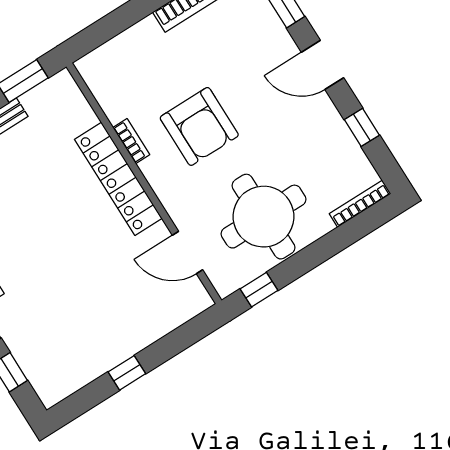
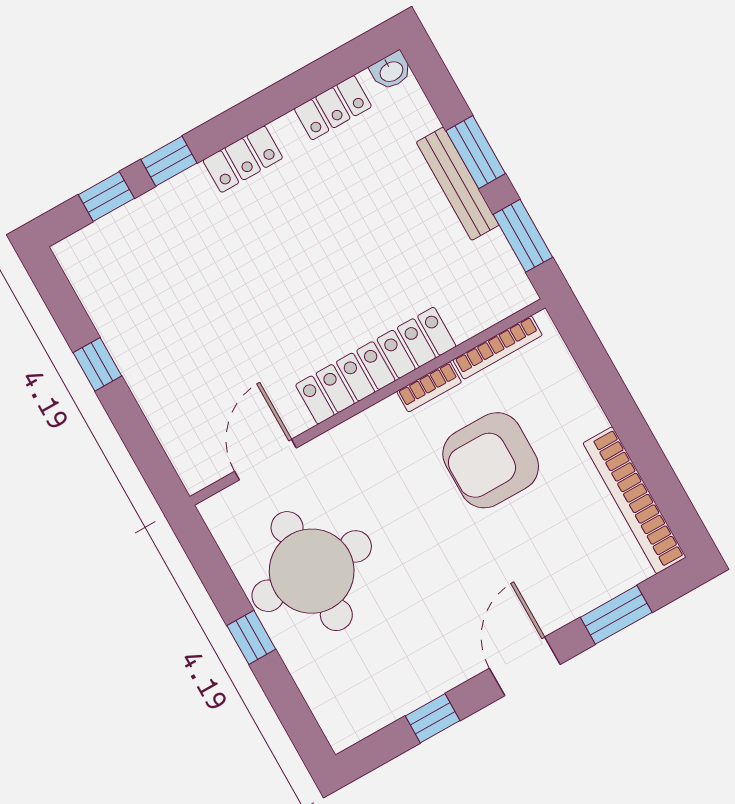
armchair: (199, 126) -> (491, 460), moved
bookcase: (360, 204) -> (498, 347), moved, turned 90
window: (259, 290) -> (251, 637), moved

